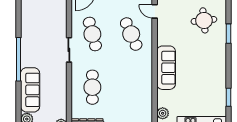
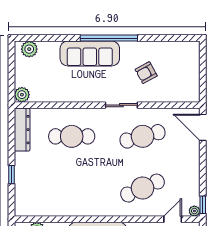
armchair: (45, 31) -> (146, 73), added
sofa: (30, 90) -> (90, 53), moved

